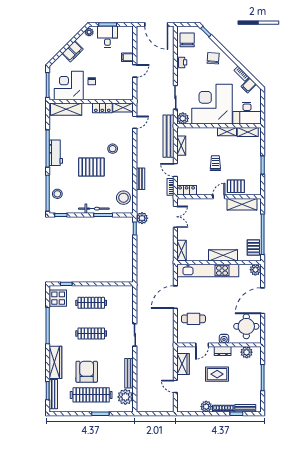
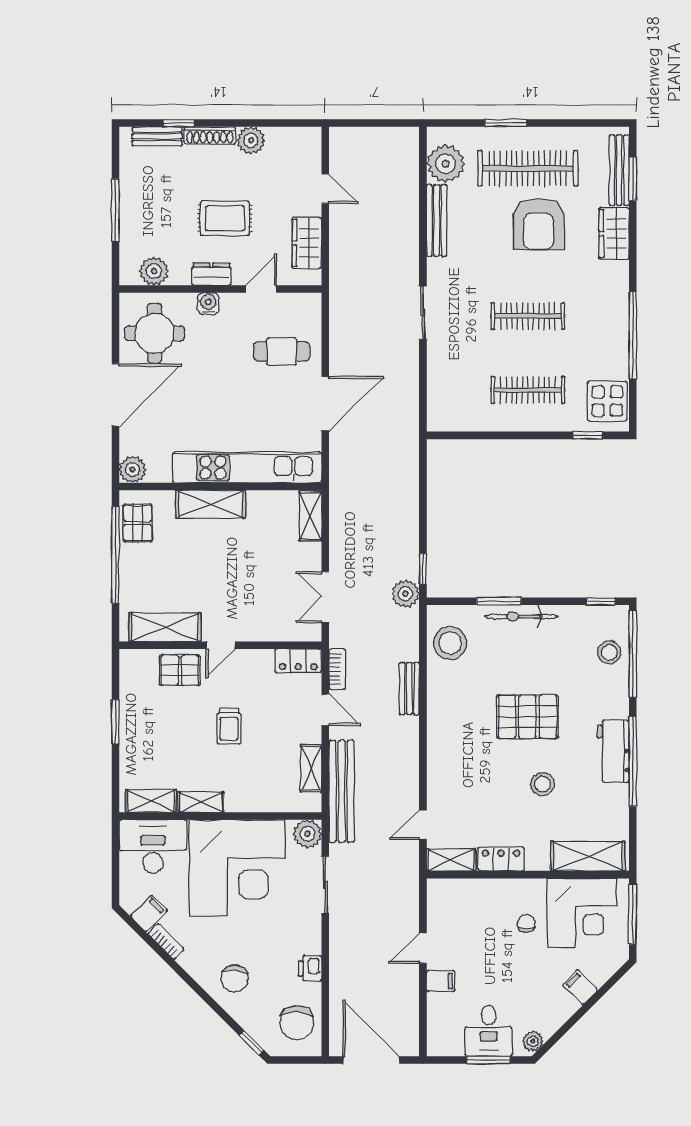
filing cabinet: (73, 51) -> (580, 987), width x0.50
stool: (113, 149) -> (542, 784), moved
wardrobe: (55, 362) -> (614, 233), width x0.67

